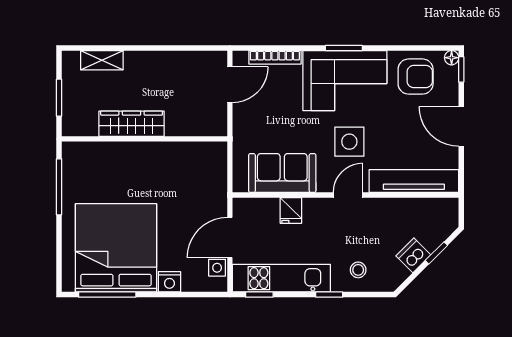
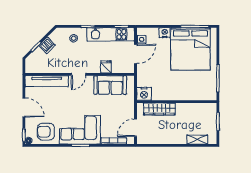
wardrobe: (132, 124) -> (159, 109), moved
side table: (349, 142) -> (78, 100), removed
nightstand: (212, 155) -> (144, 94), added

